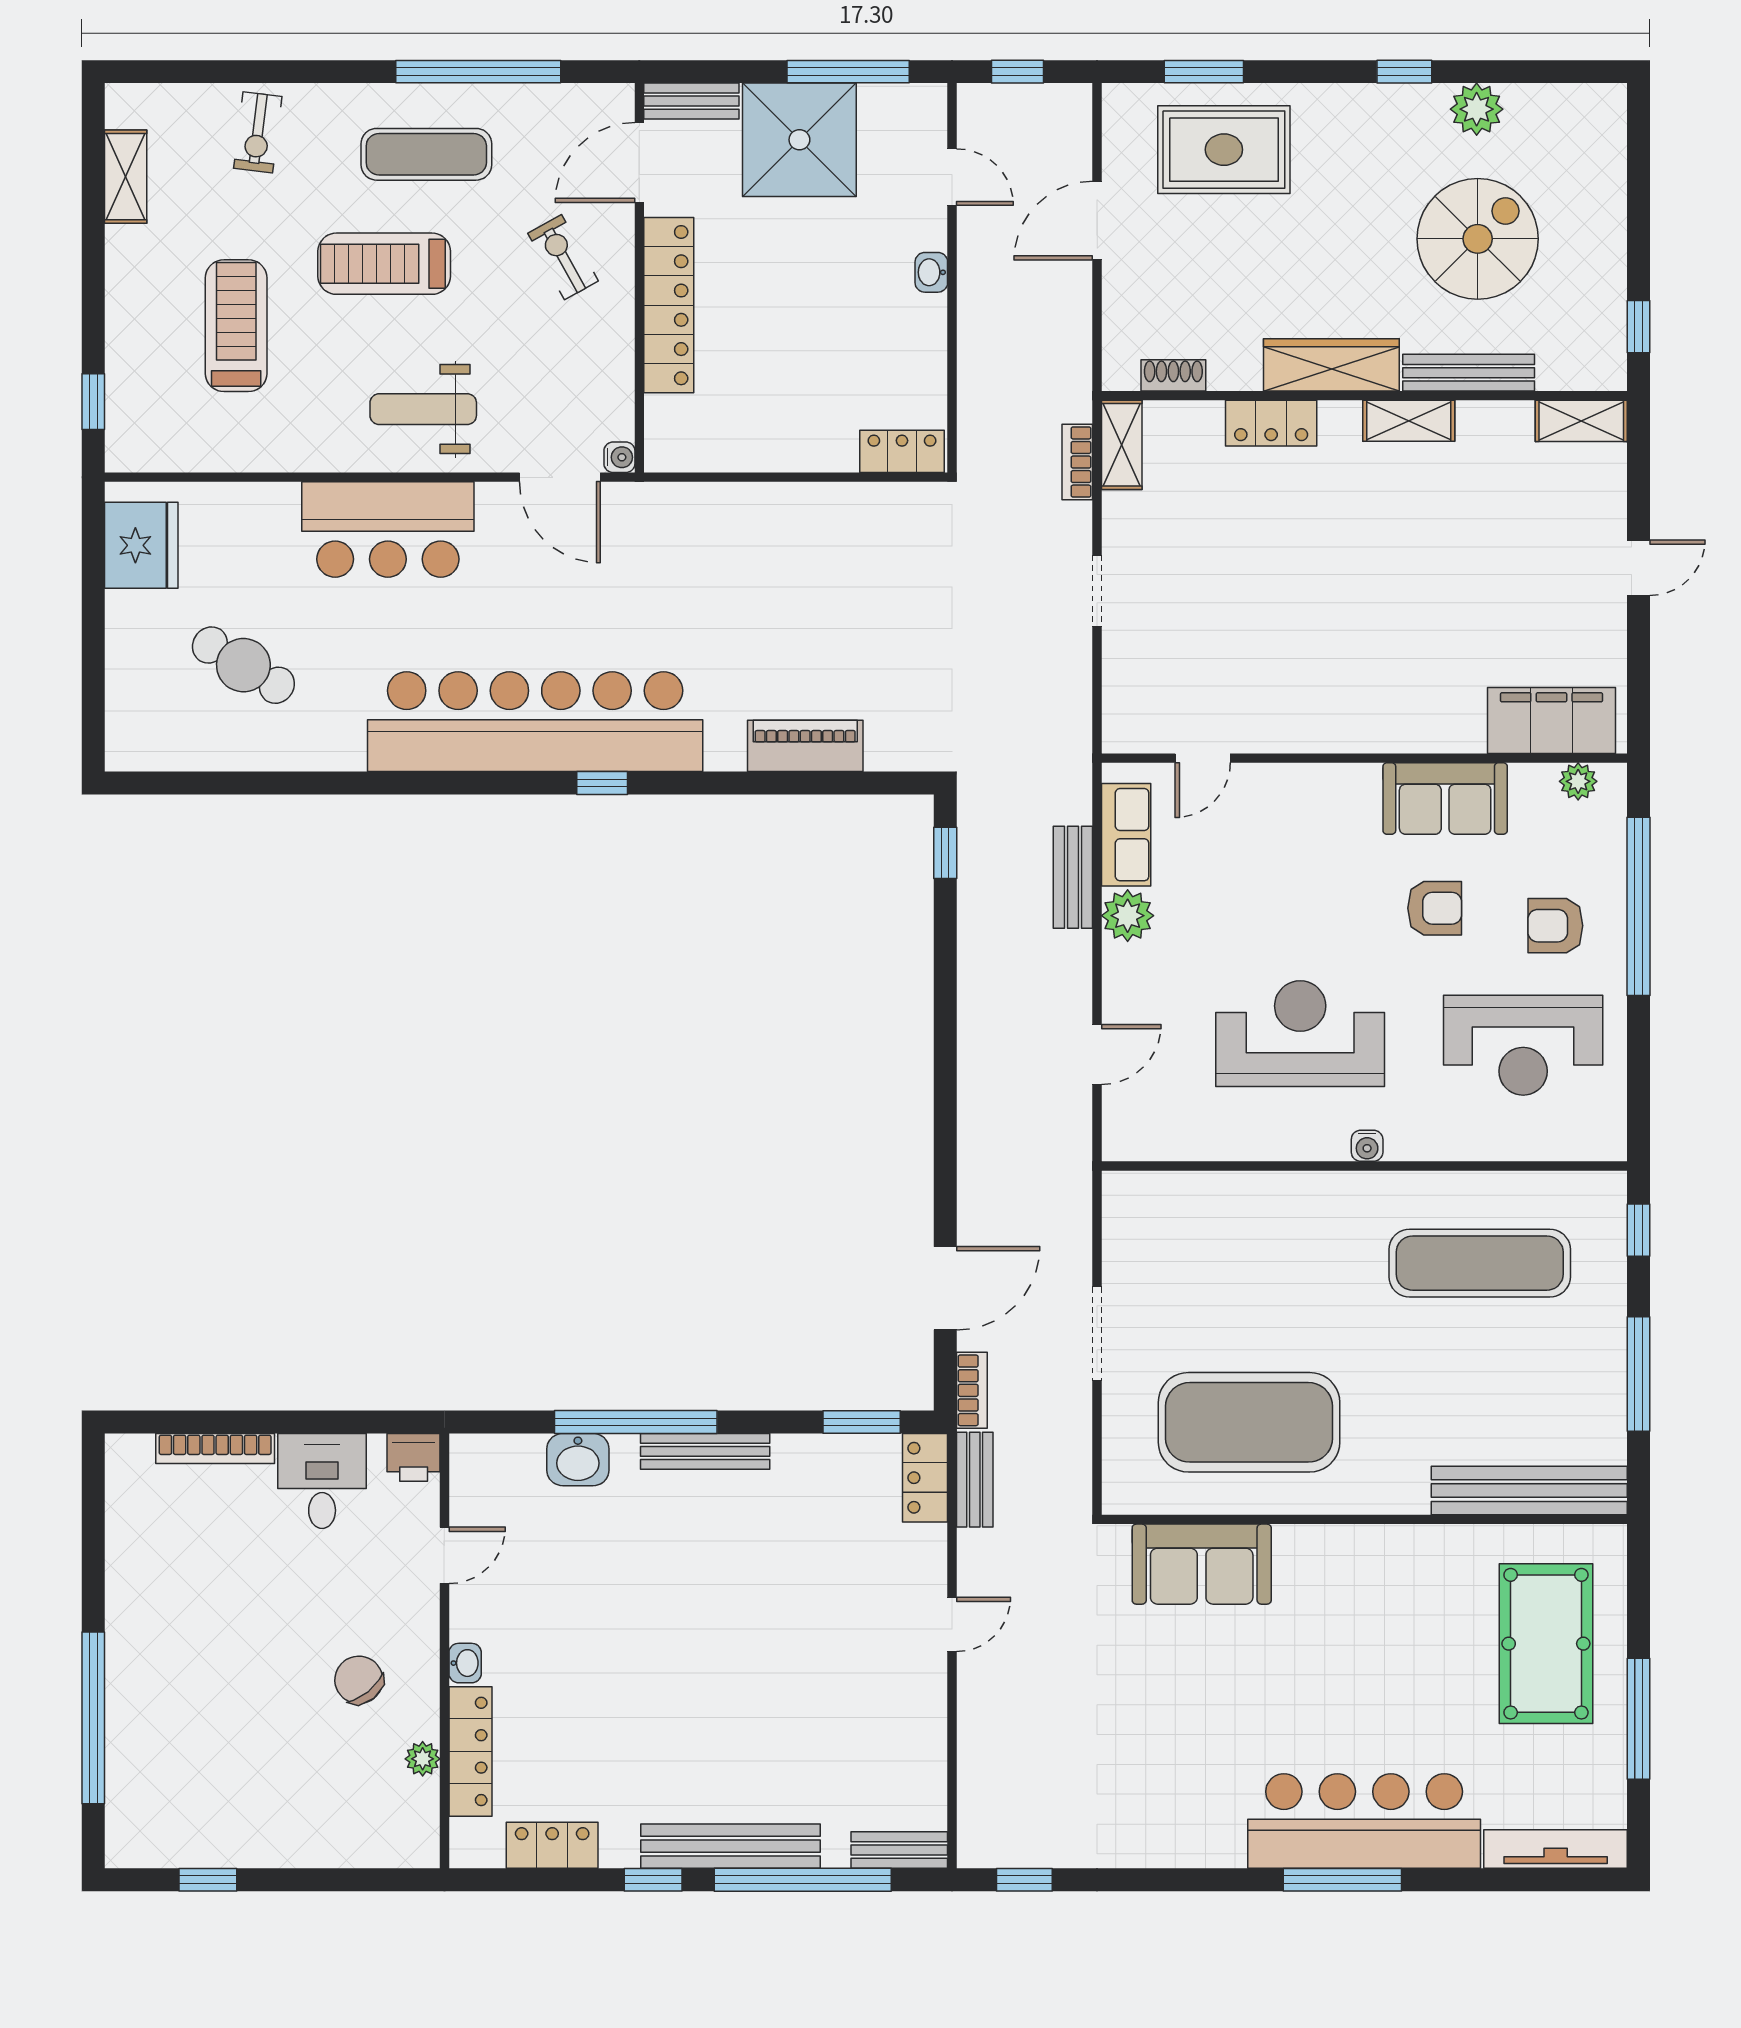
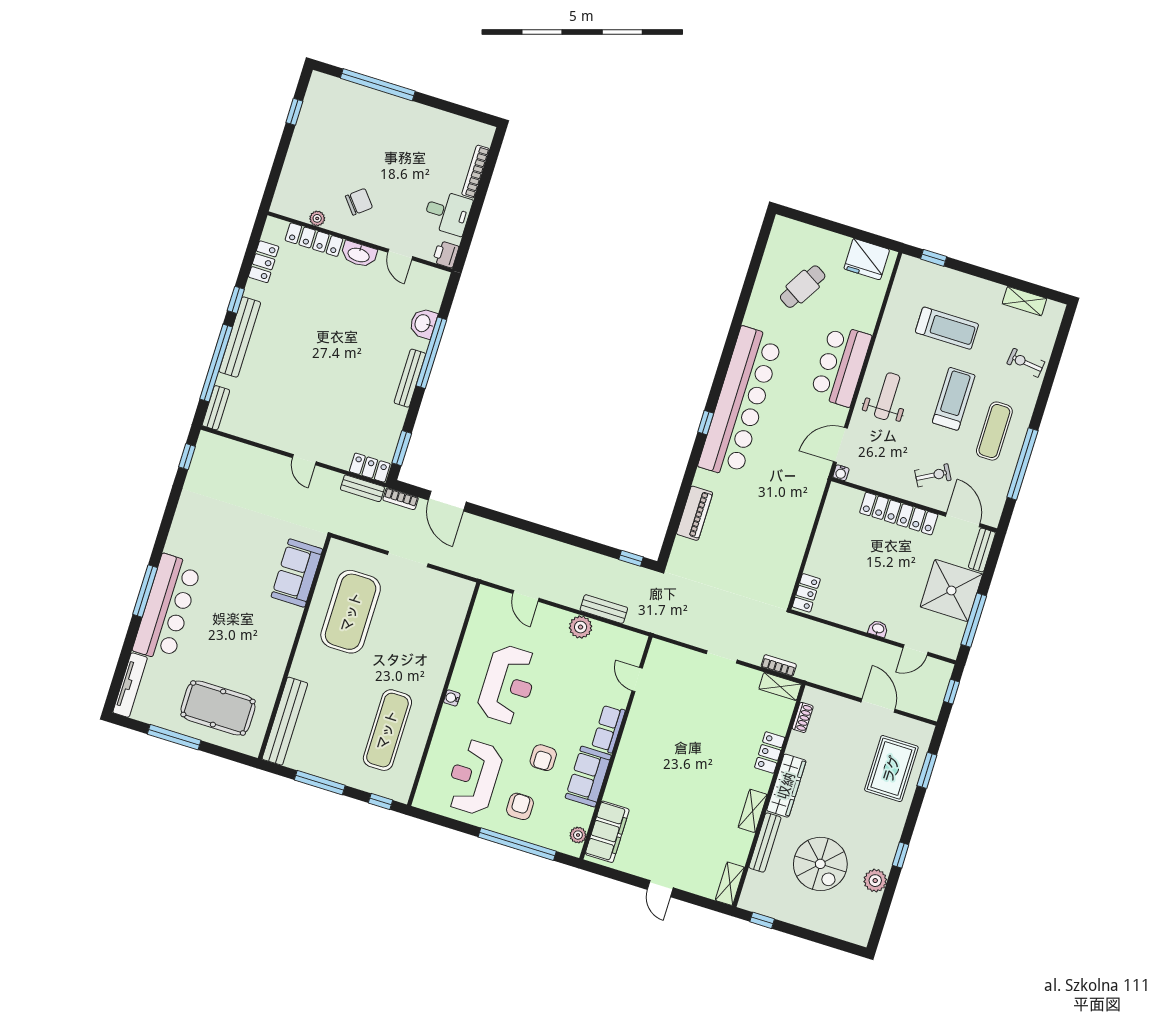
row of seats: (1126, 835) -> (608, 729), moved, turned 90
washbasin: (465, 1663) -> (359, 254), width x1.91, depth x1.45

